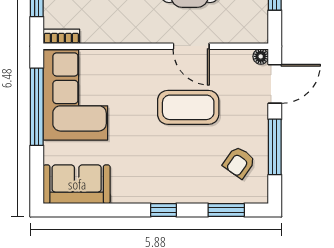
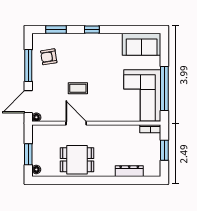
coffee table: (188, 107) -> (78, 88), width x0.54, depth x0.58
armchair: (239, 162) -> (49, 57), turned -134

